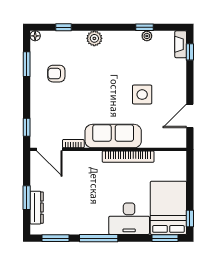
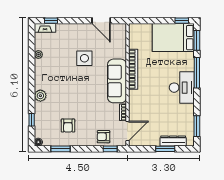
window: (144, 27) -> (32, 56), removed
armchair: (42, 119) -> (103, 137), added
desk: (129, 219) -> (182, 88), moved
window: (99, 238) -> (197, 73), moved

